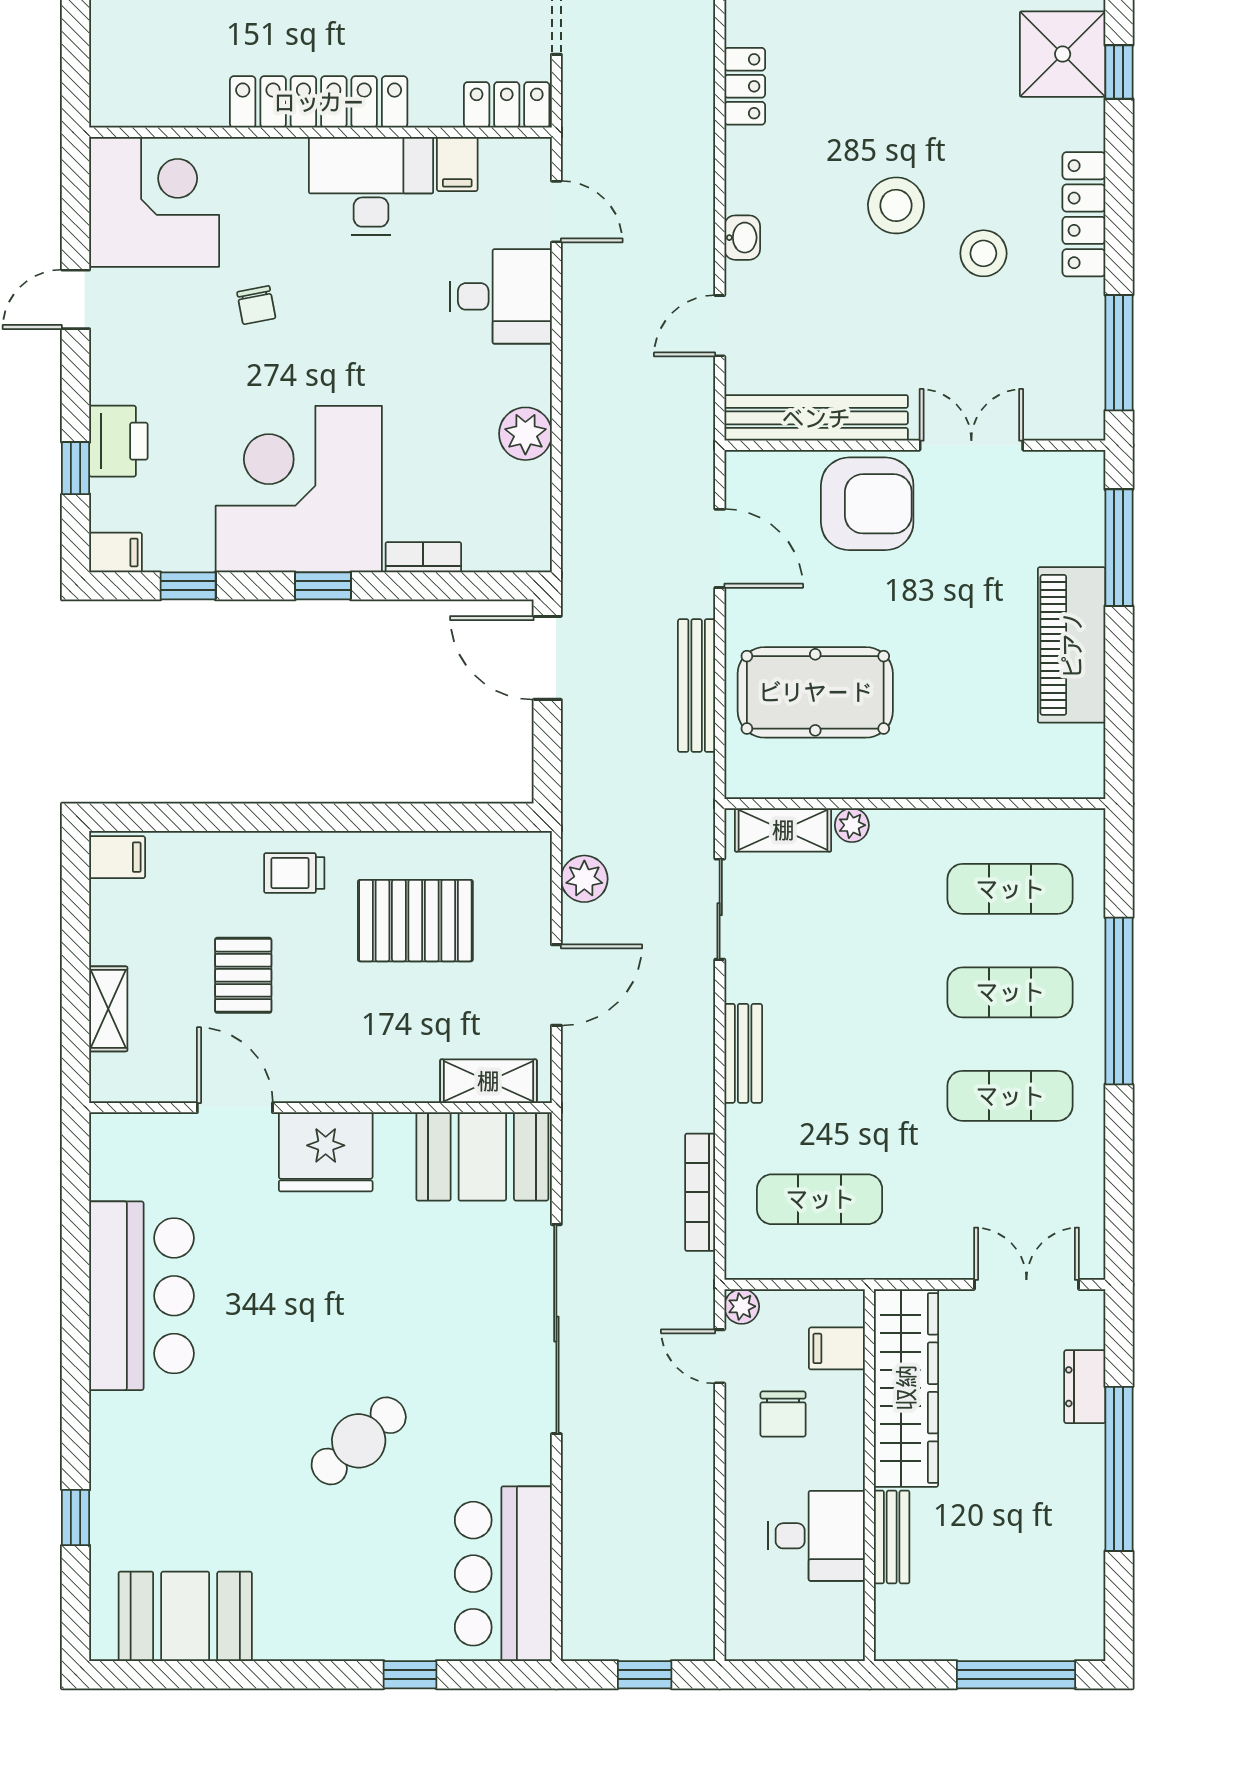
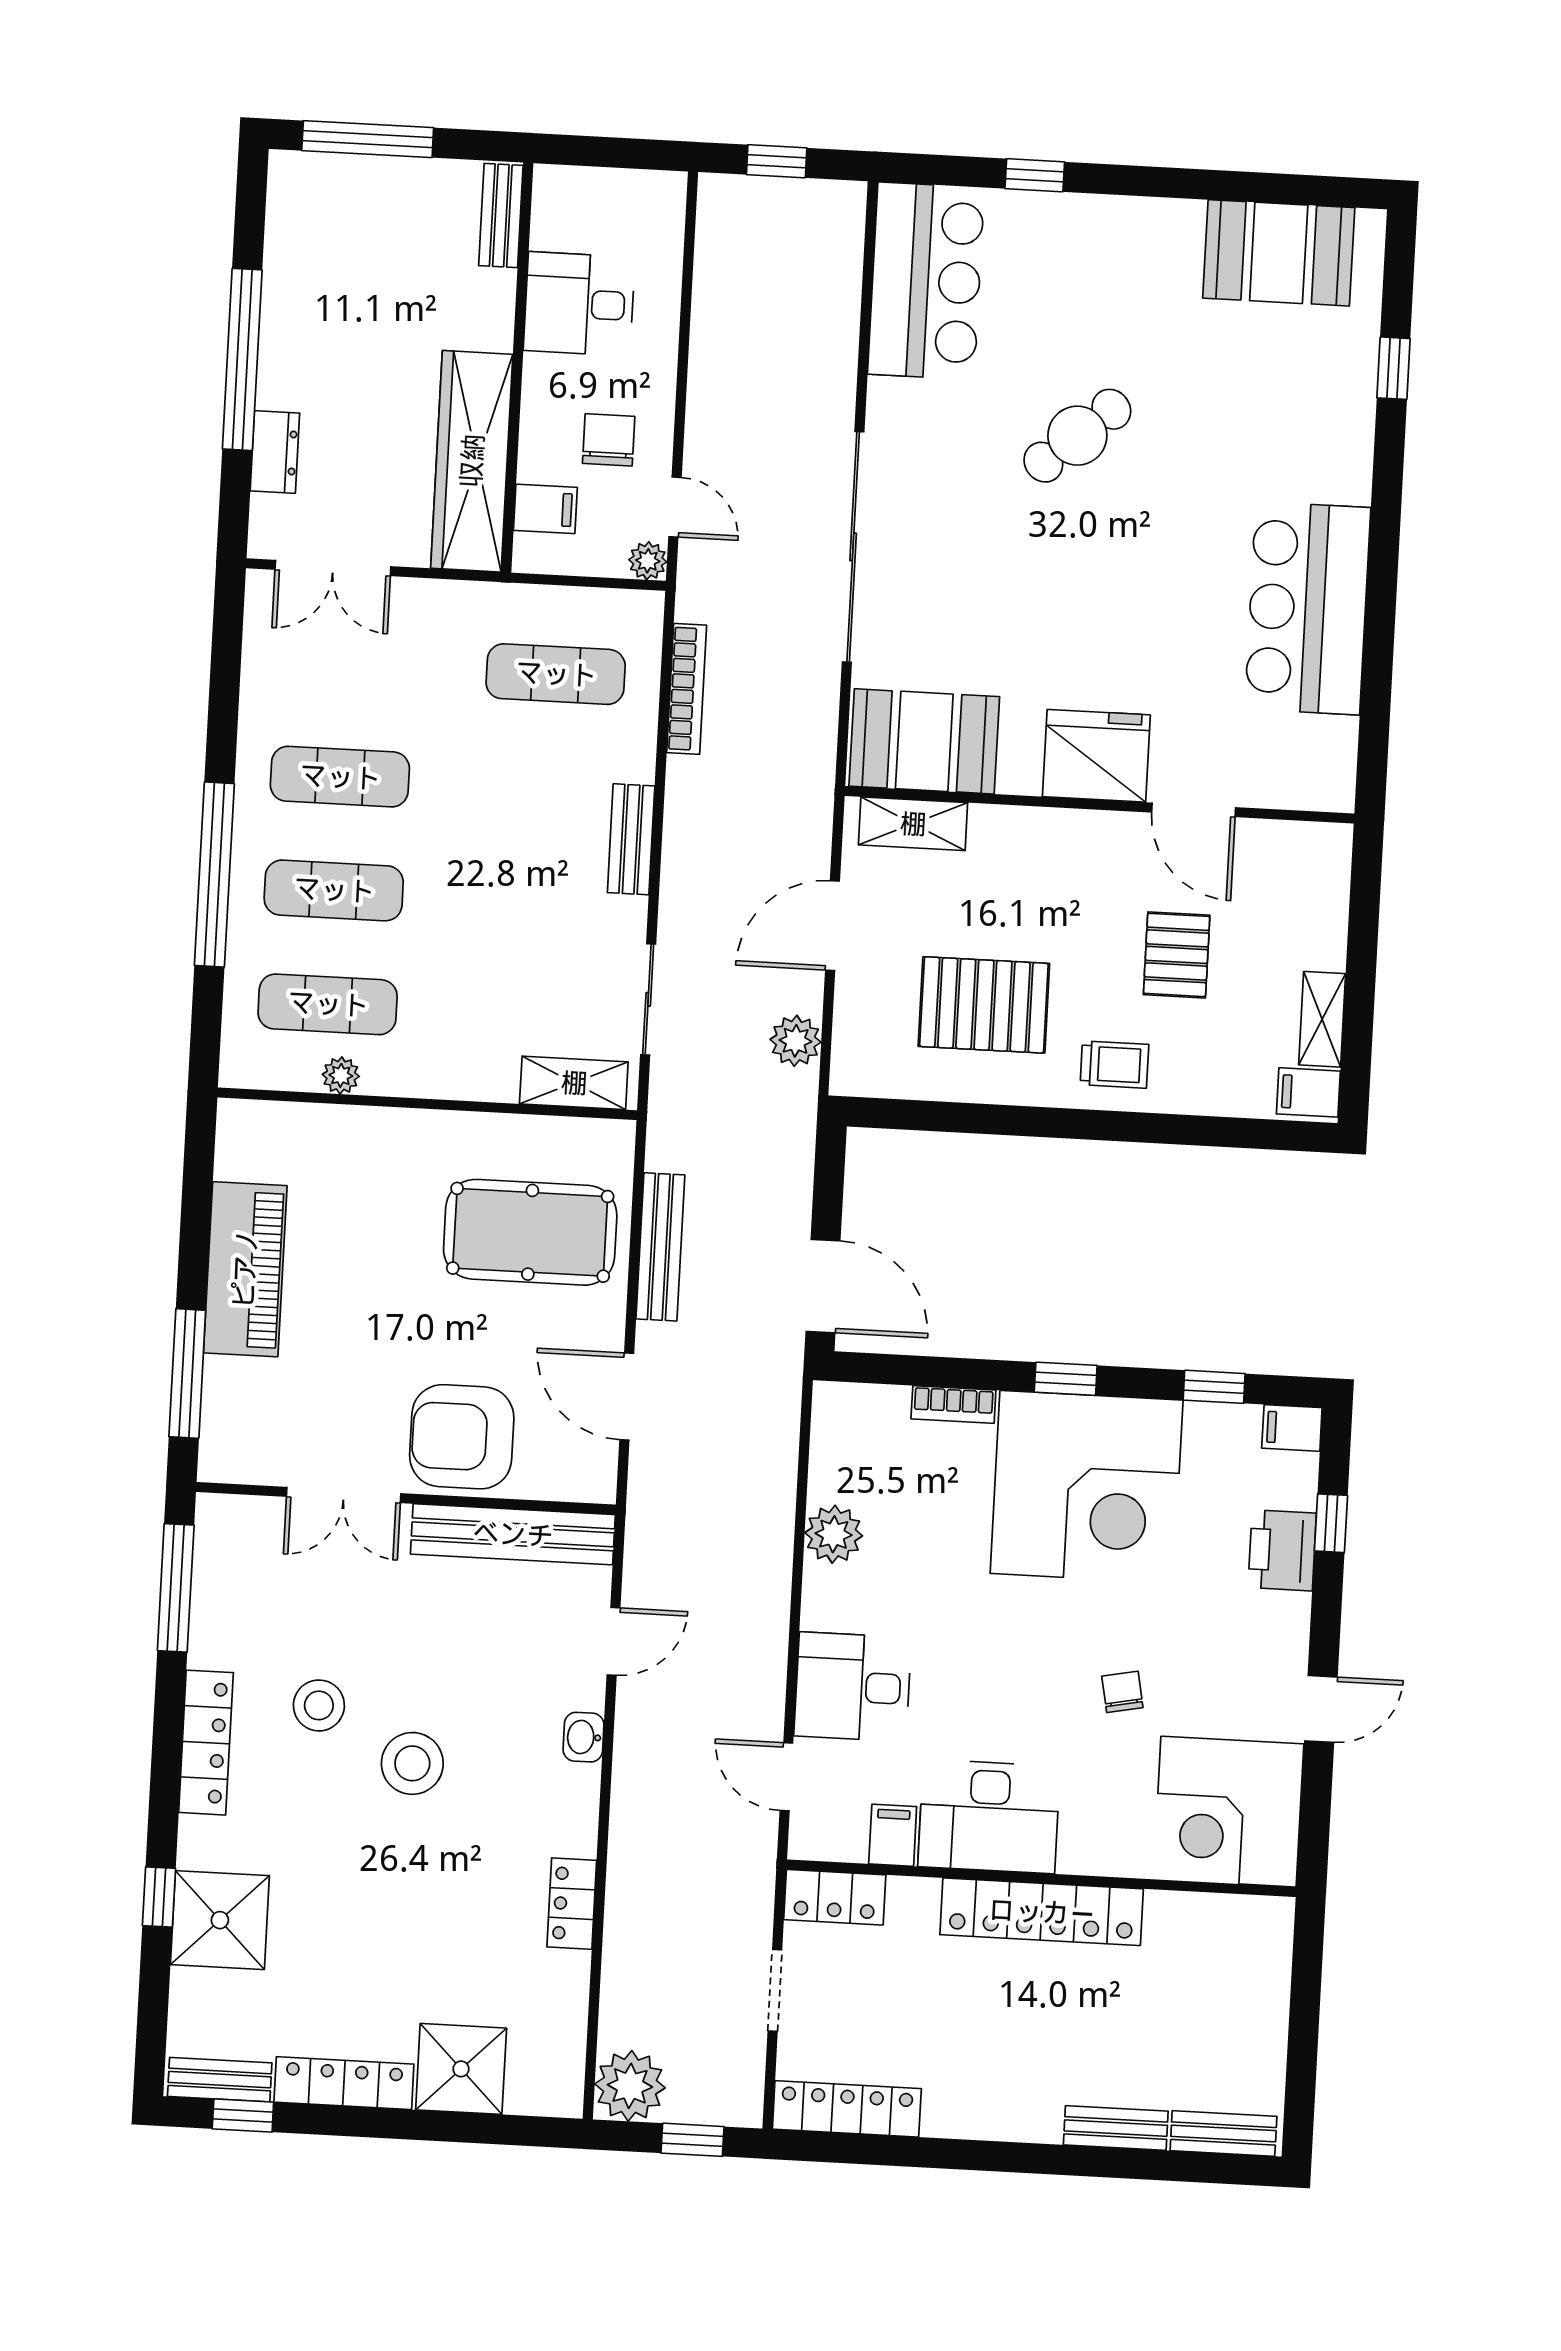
plant: (852, 825) -> (341, 1075), moved
shelving: (108, 1009) -> (1322, 1019), moved
bench: (892, 1537) -> (501, 216), moved

